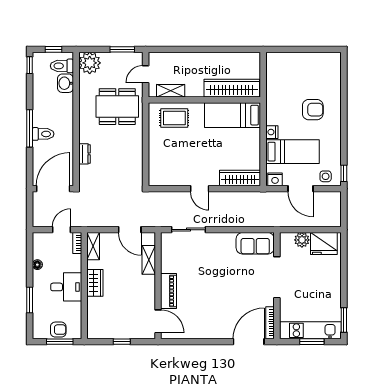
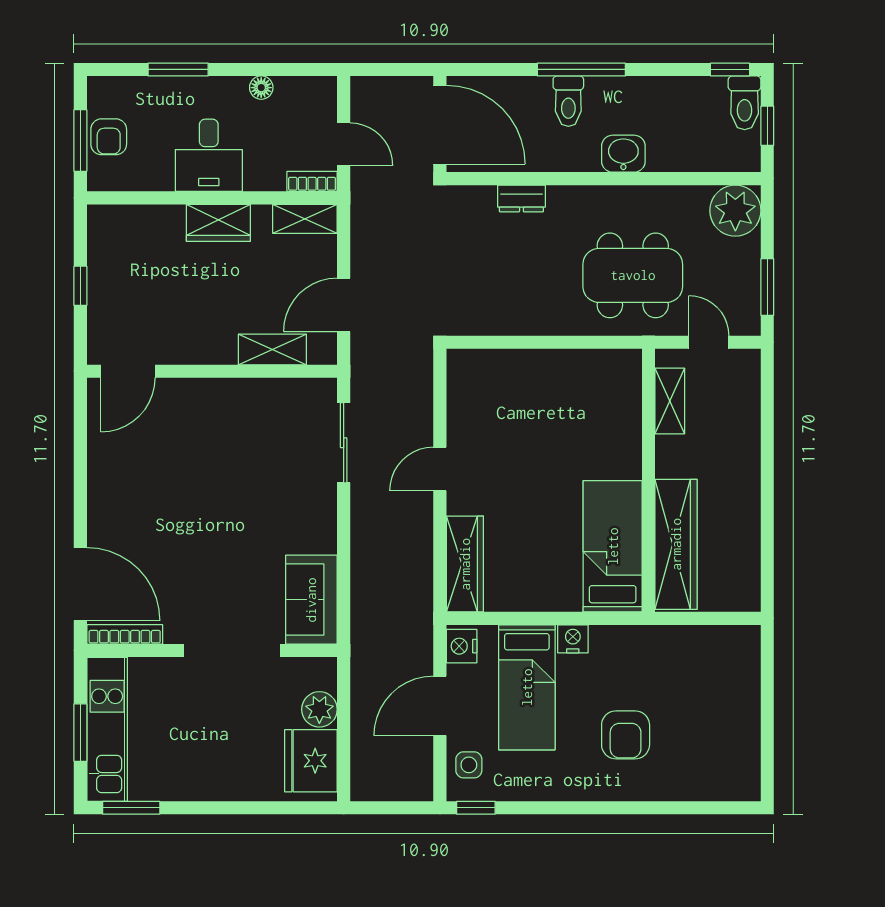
toilet: (62, 66) -> (745, 103), moved, turned 180
washbasin: (65, 83) -> (623, 154), moved
dining table: (117, 107) -> (633, 275), turned 90
rug: (174, 118) -> (606, 410), removed
piano: (169, 291) -> (199, 396), removed

